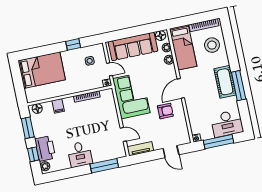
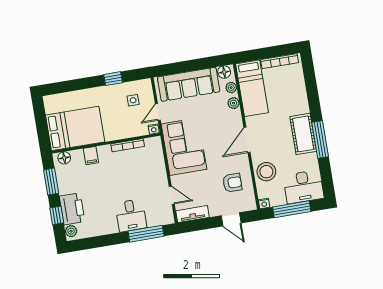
stool: (212, 45) -> (266, 172), moved
door: (110, 69) -> (158, 112), swing flipped
bed: (42, 70) -> (75, 128), moved
armchair: (165, 111) -> (232, 183), moved
desk: (80, 154) -> (131, 215), moved

